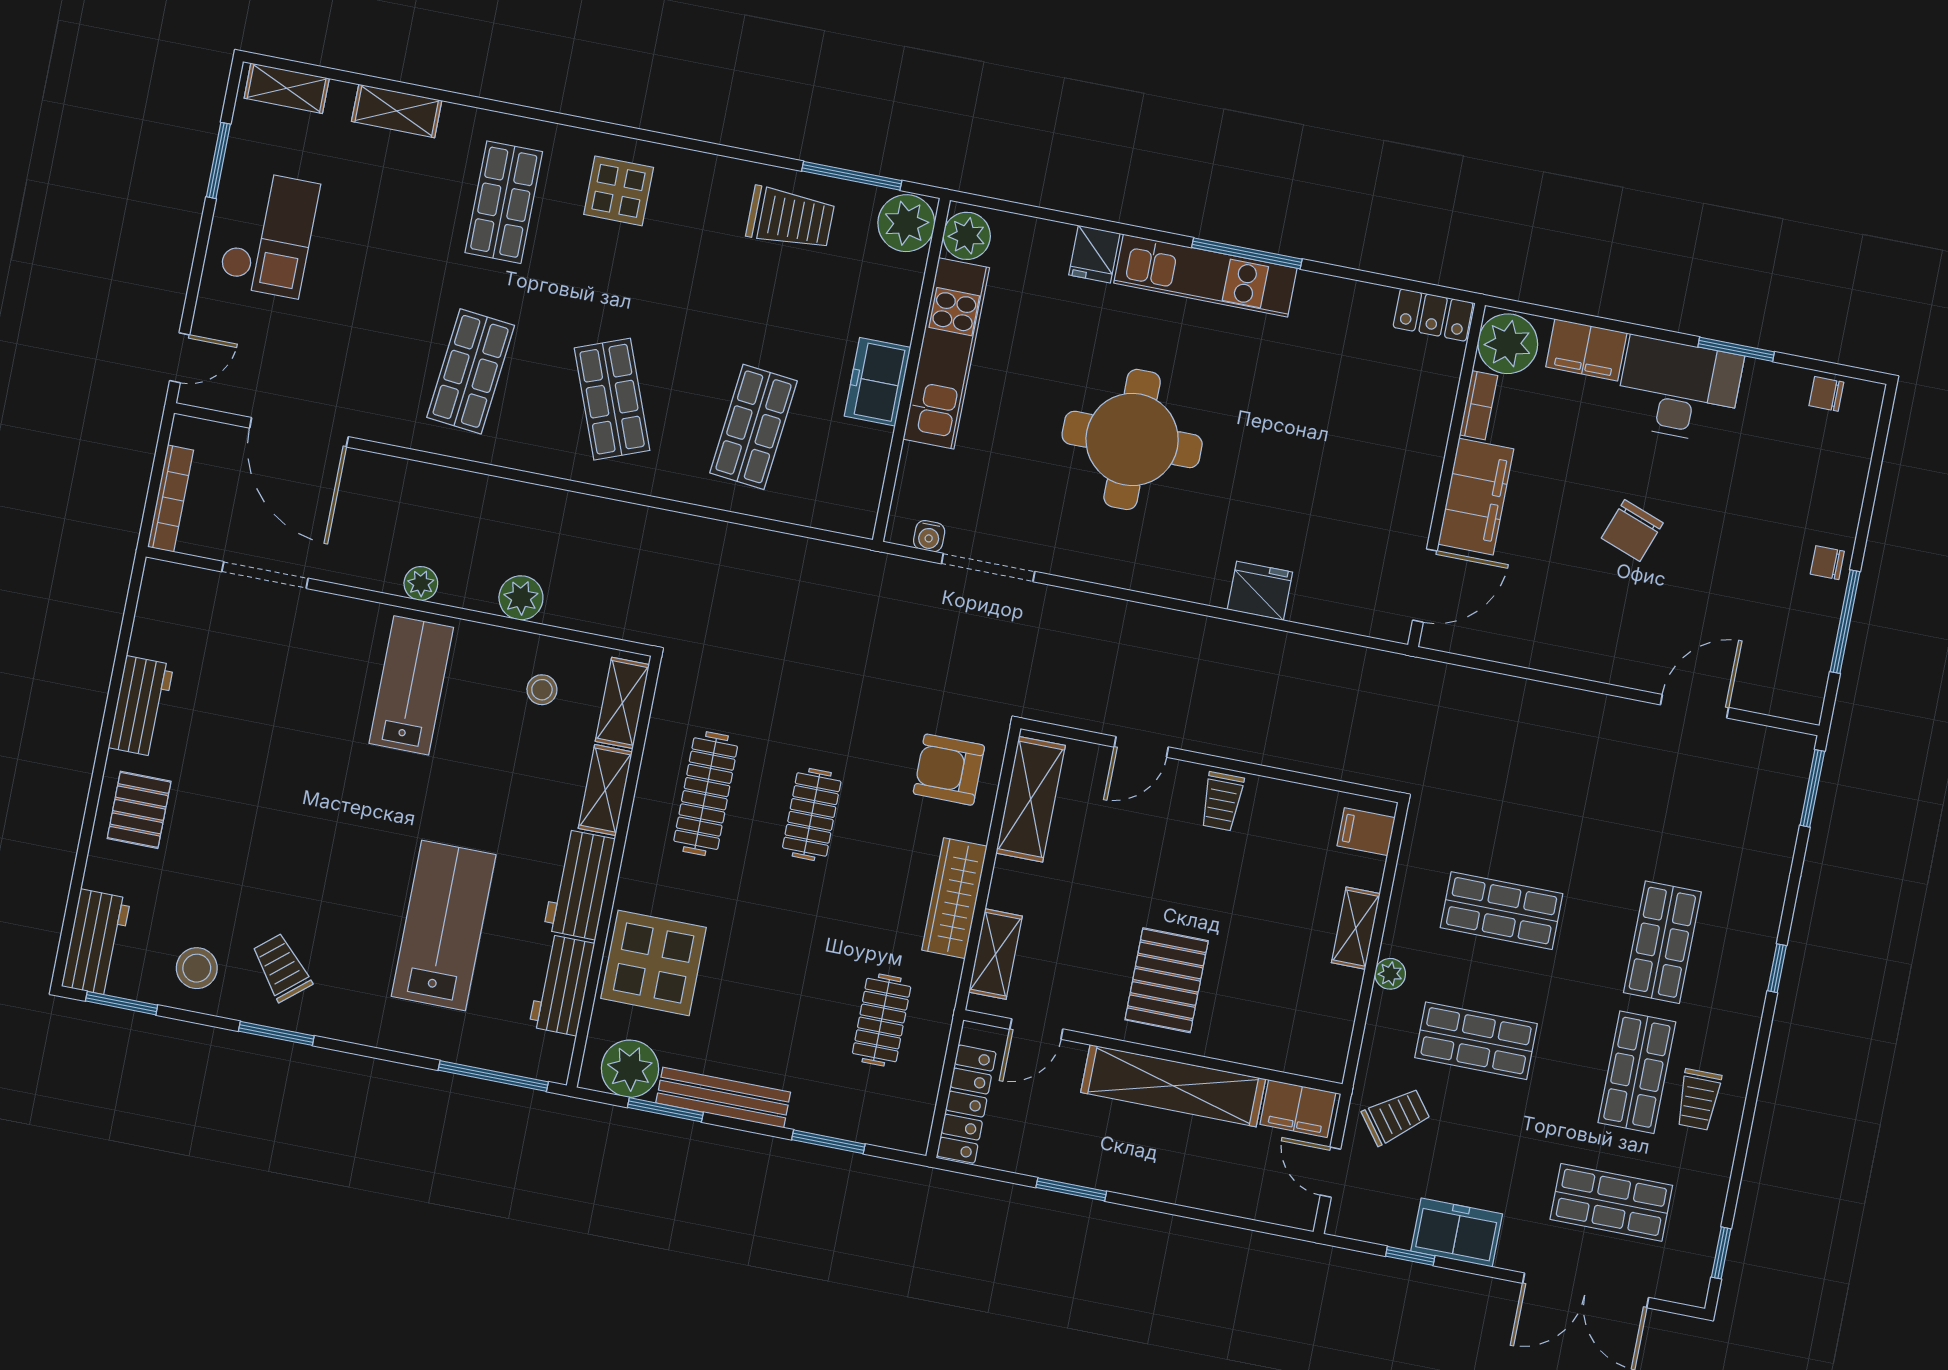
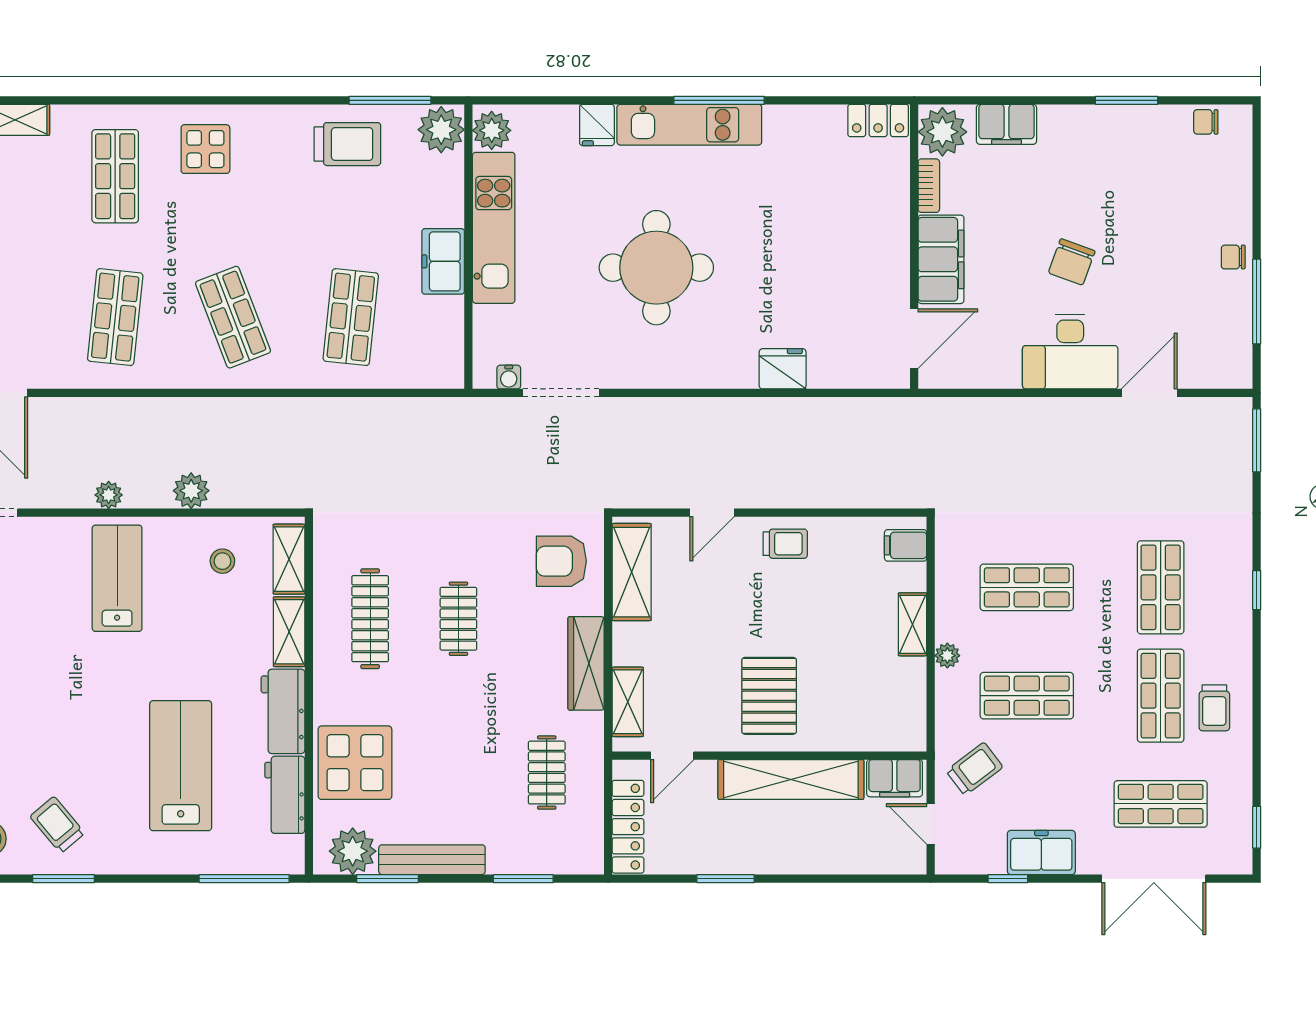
desk: (1679, 390) -> (1070, 352), moved, turned 180
trolley: (1222, 801) -> (785, 544), turned -90

